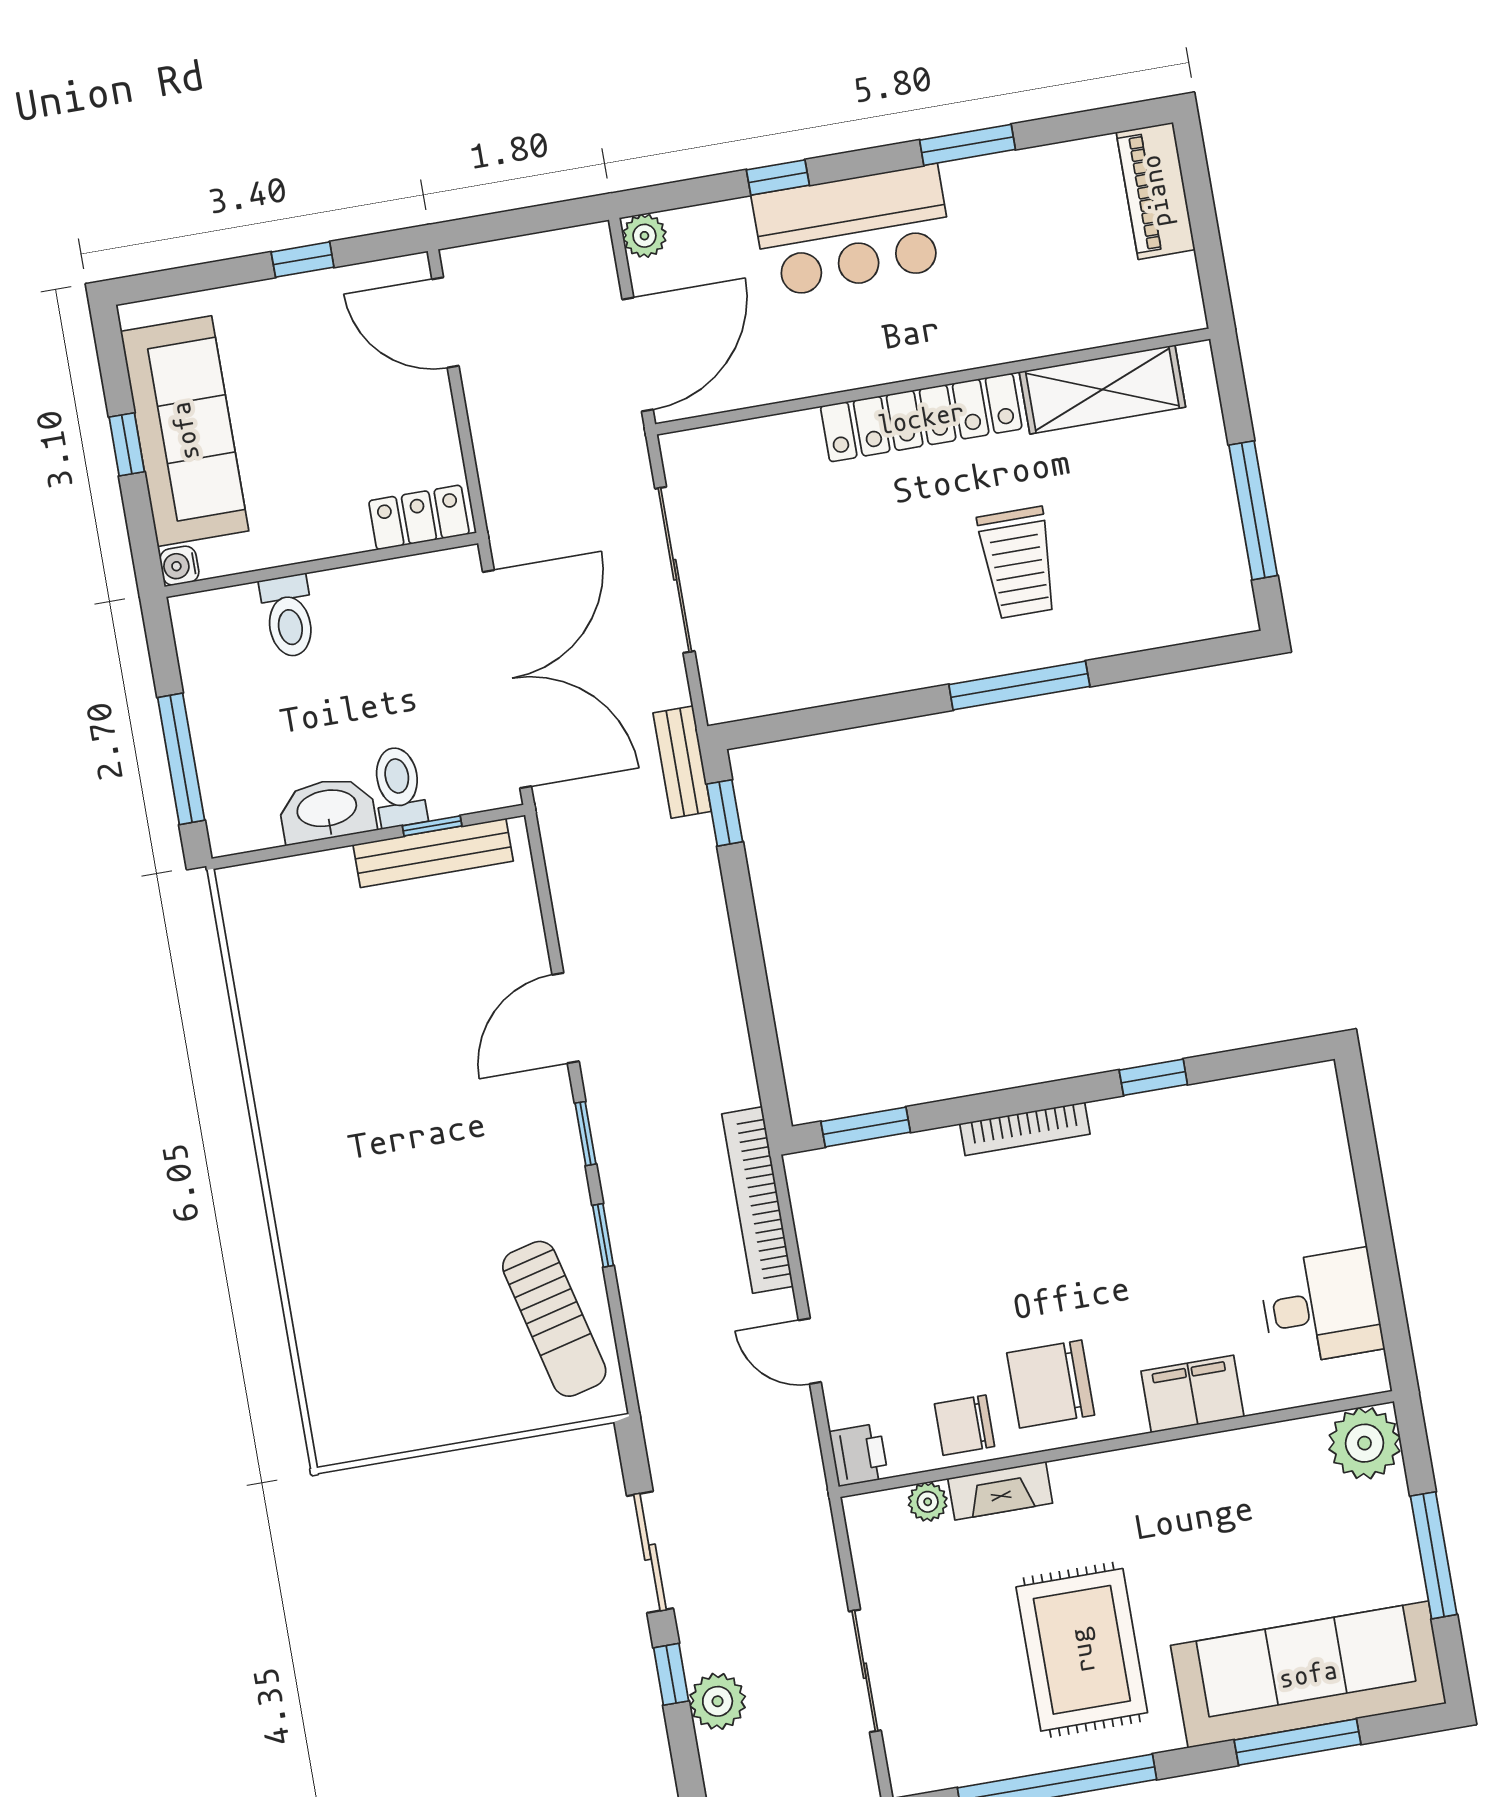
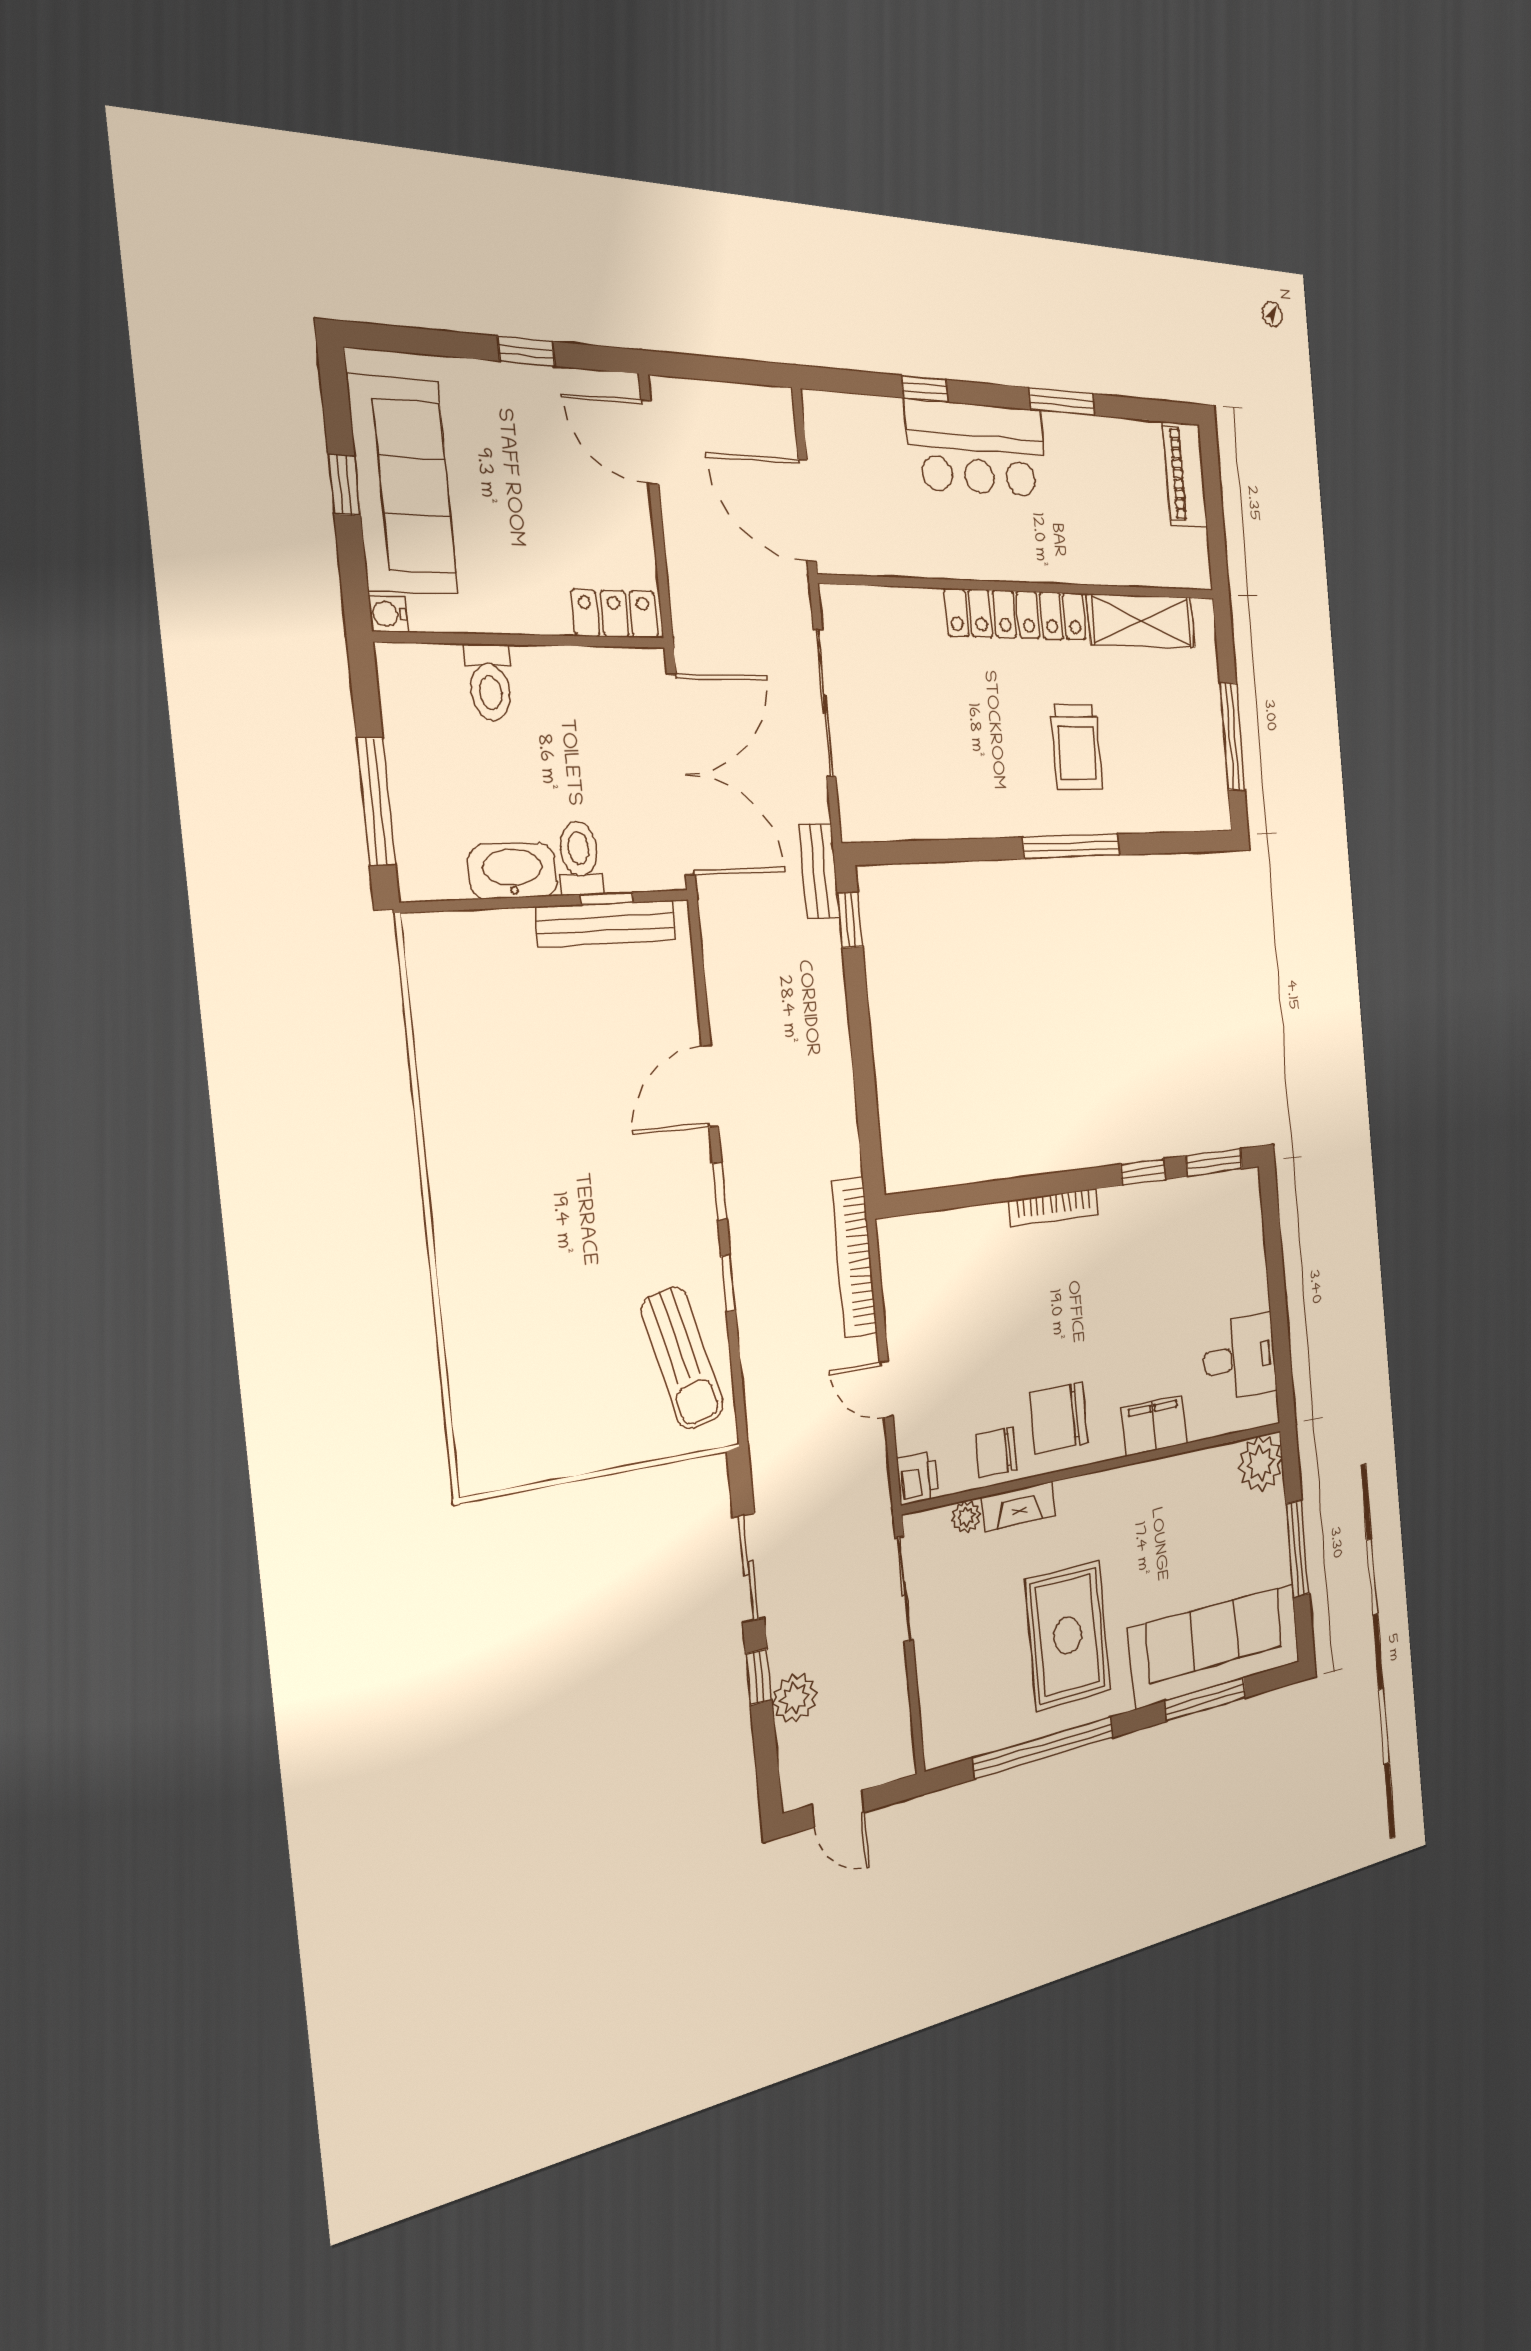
plant: (644, 236) -> (819, 409), removed
door: (638, 355) -> (807, 510), swing flipped
window: (866, 1127) -> (1214, 1162), moved
sliding door: (865, 1671) -> (904, 1589), moved

